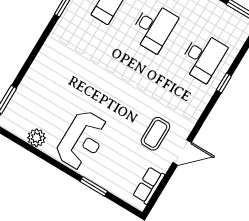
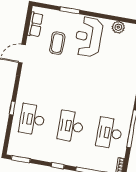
coffee table: (155, 134) -> (57, 43), moved

